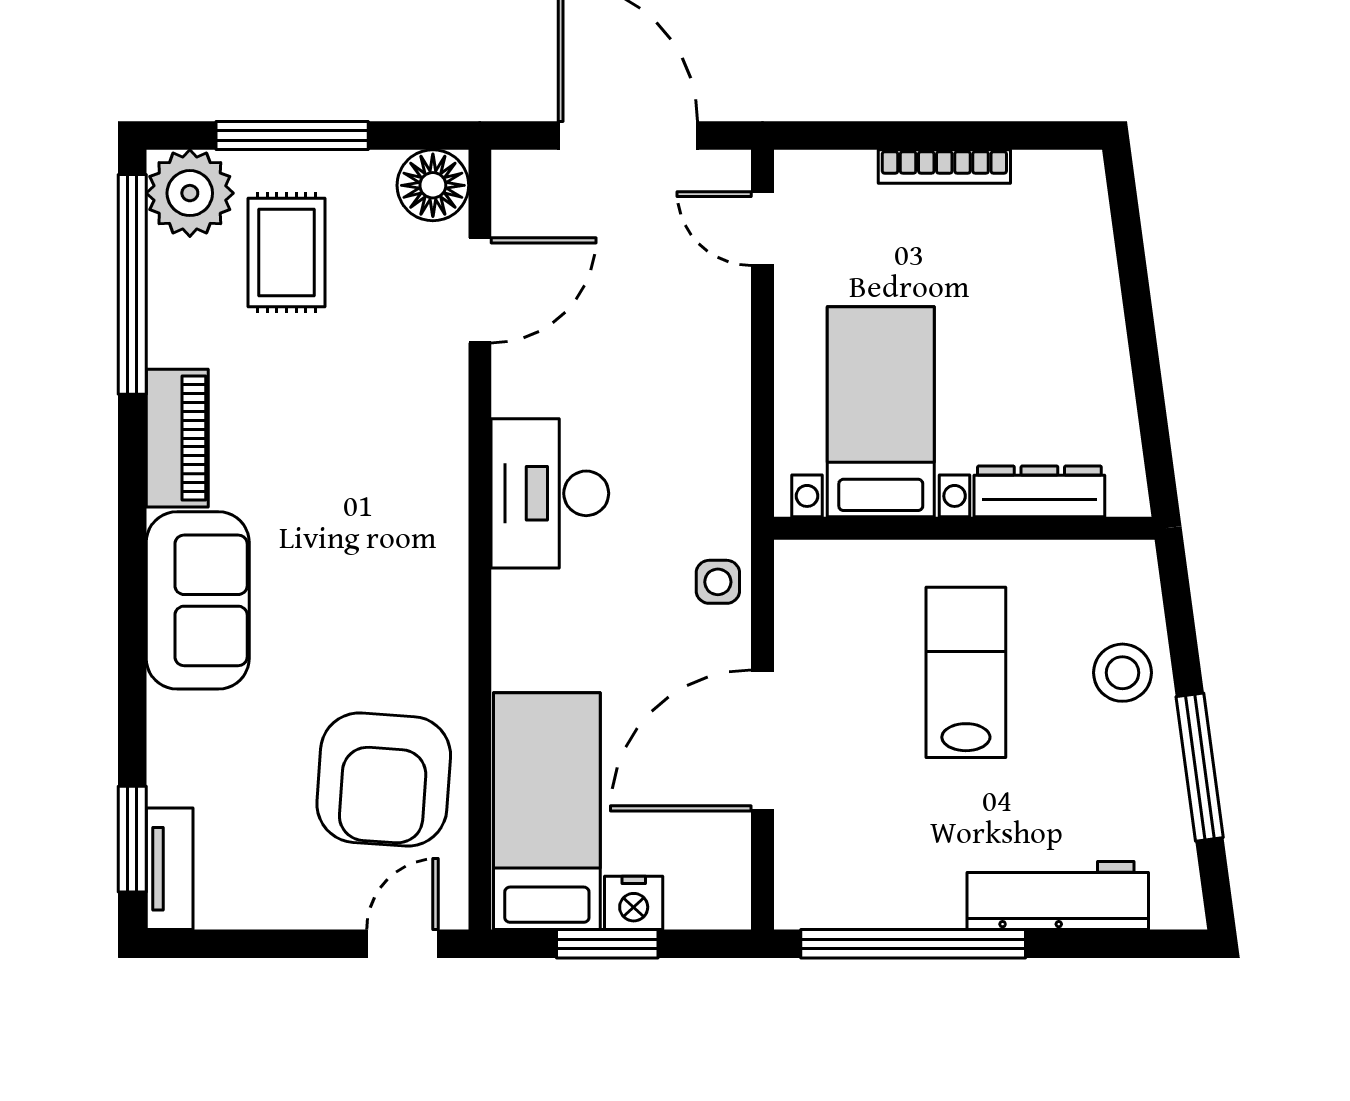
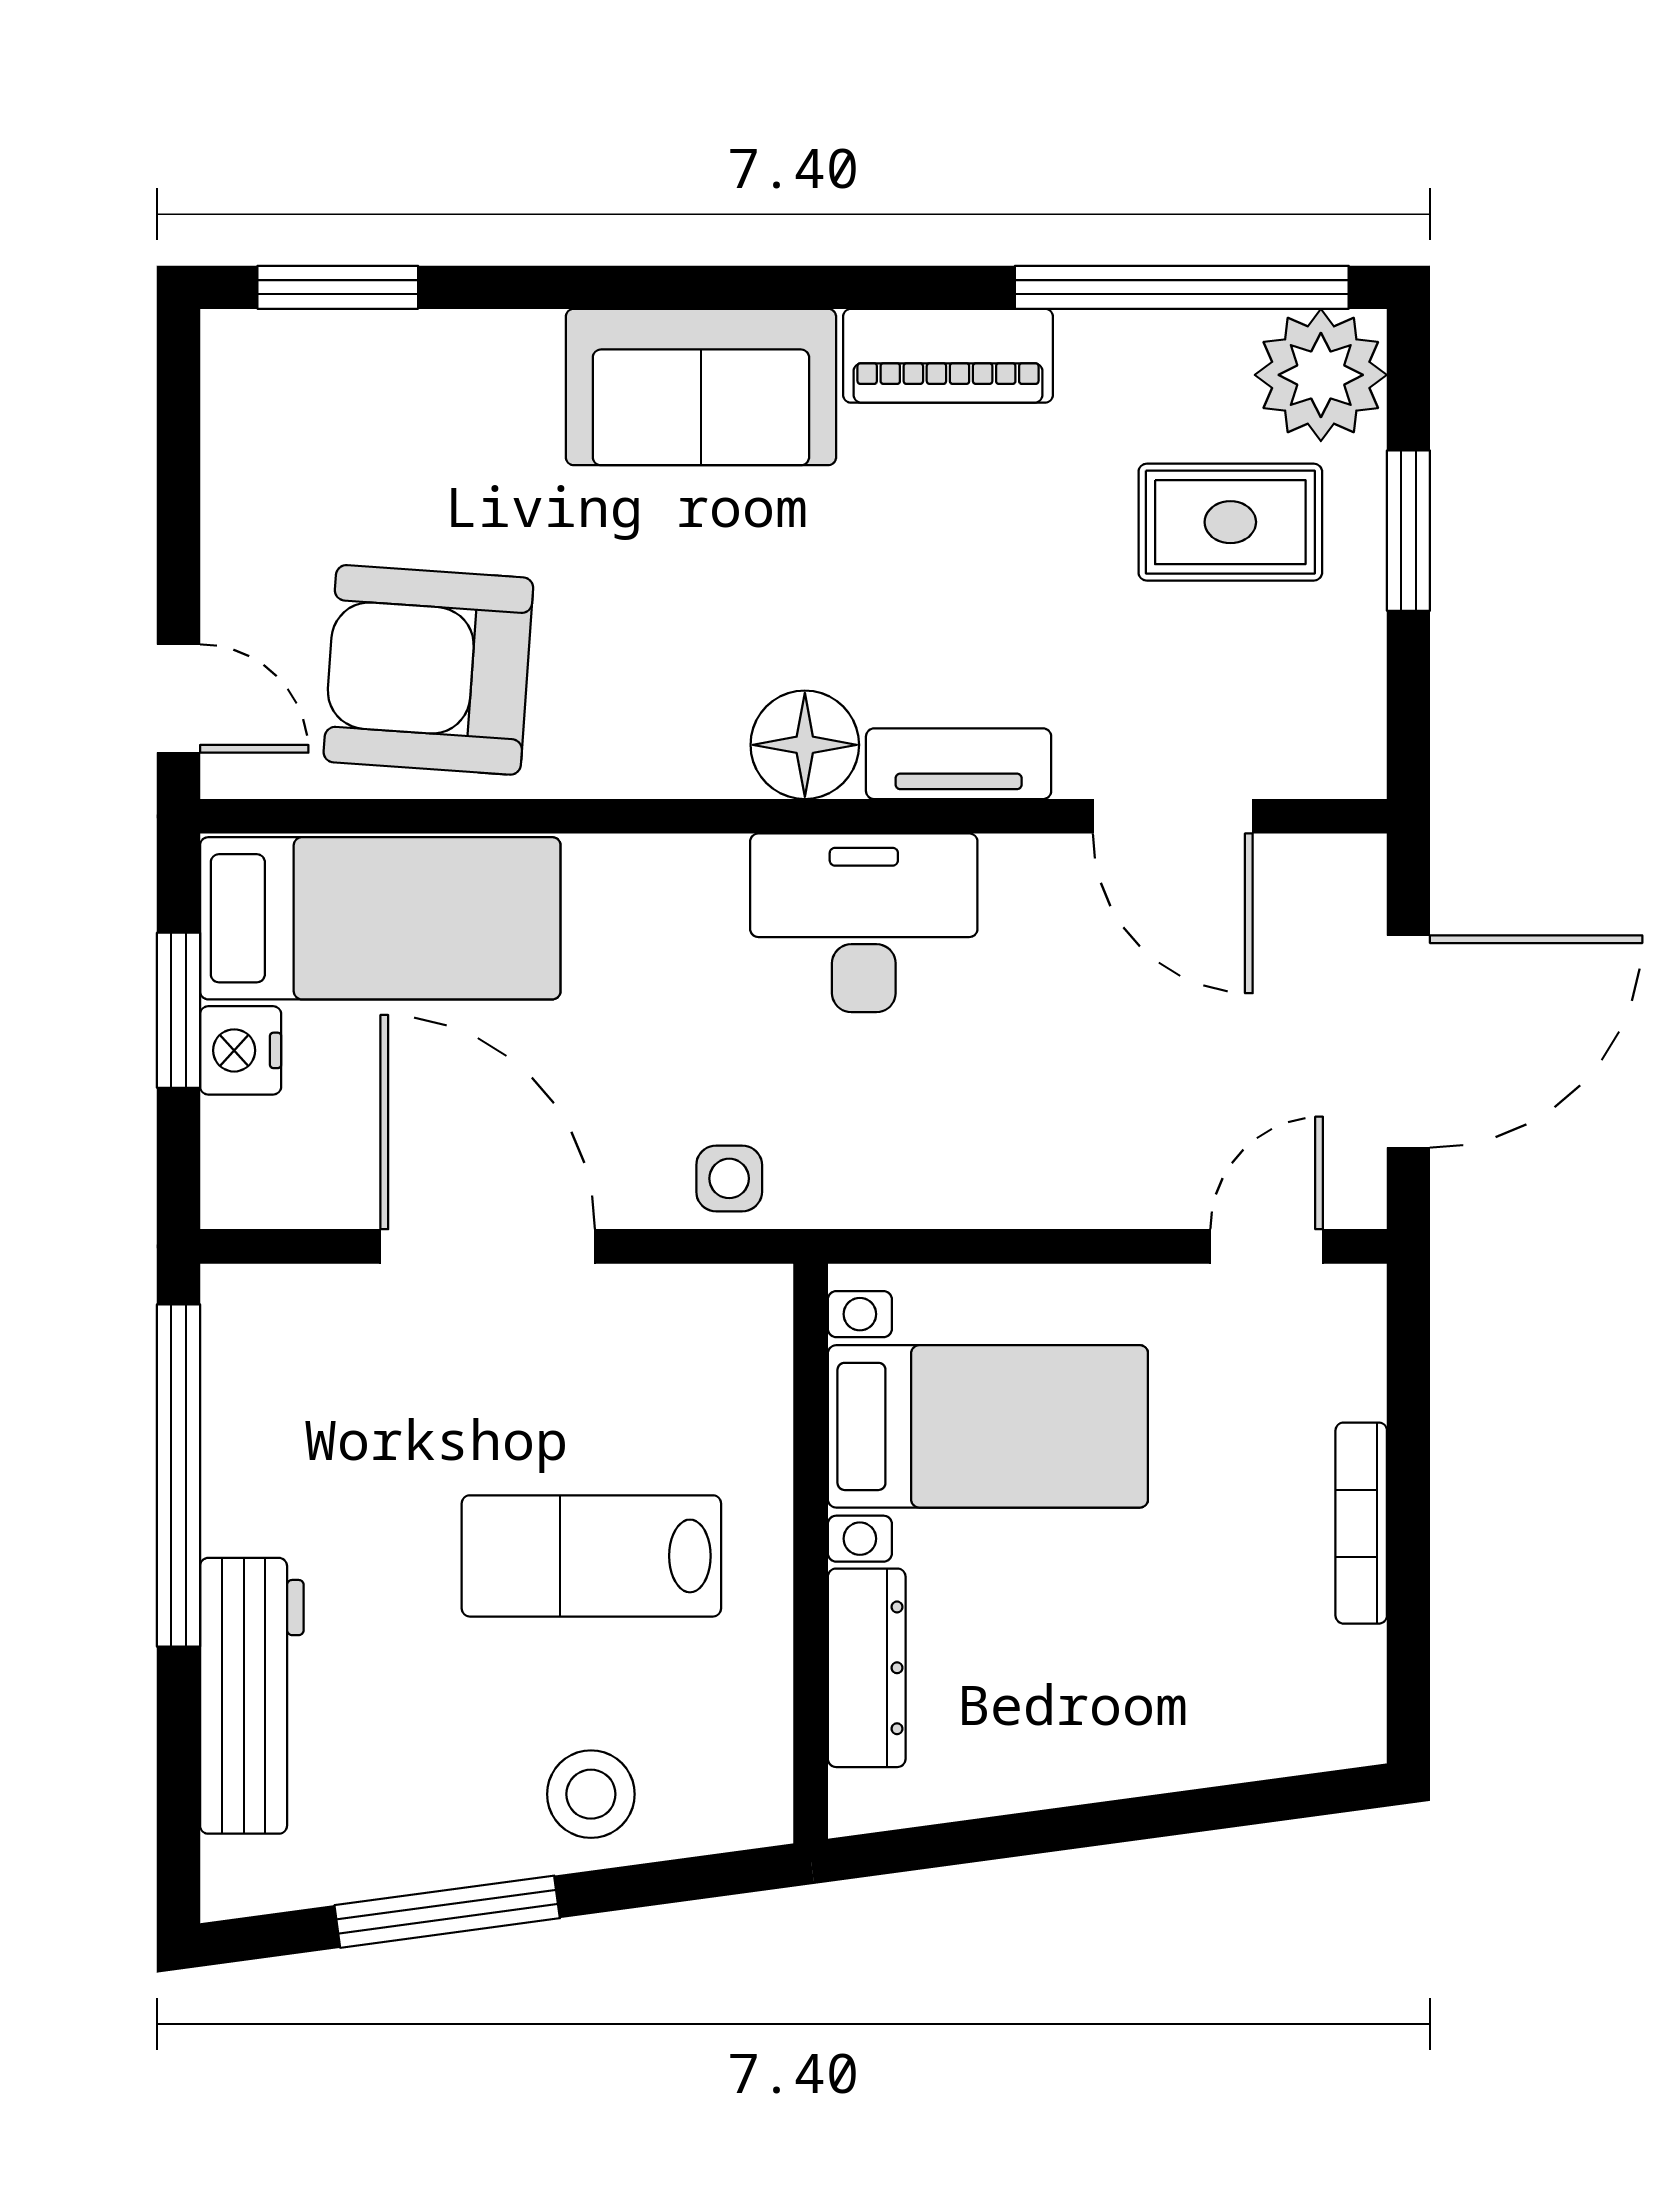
window: (292, 135) -> (1408, 531), width x0.69
floor lamp: (433, 185) -> (805, 745), moved
lab bench: (966, 672) -> (591, 1556), turned 180
tv unit: (170, 869) -> (959, 764), moved, turned 180

